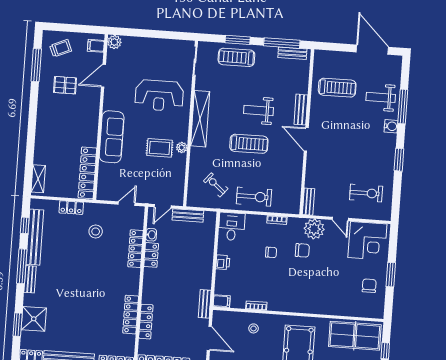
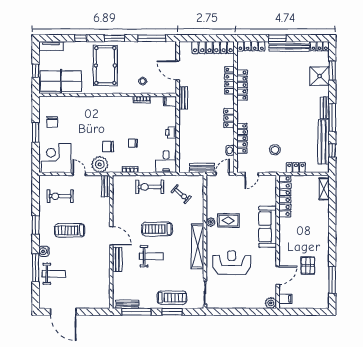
trolley: (61, 48) -> (314, 295), removed
pallet: (65, 85) -> (308, 265), turned 90
treadmill: (337, 88) -> (70, 230), moved
locker: (151, 255) -> (229, 118), moved

